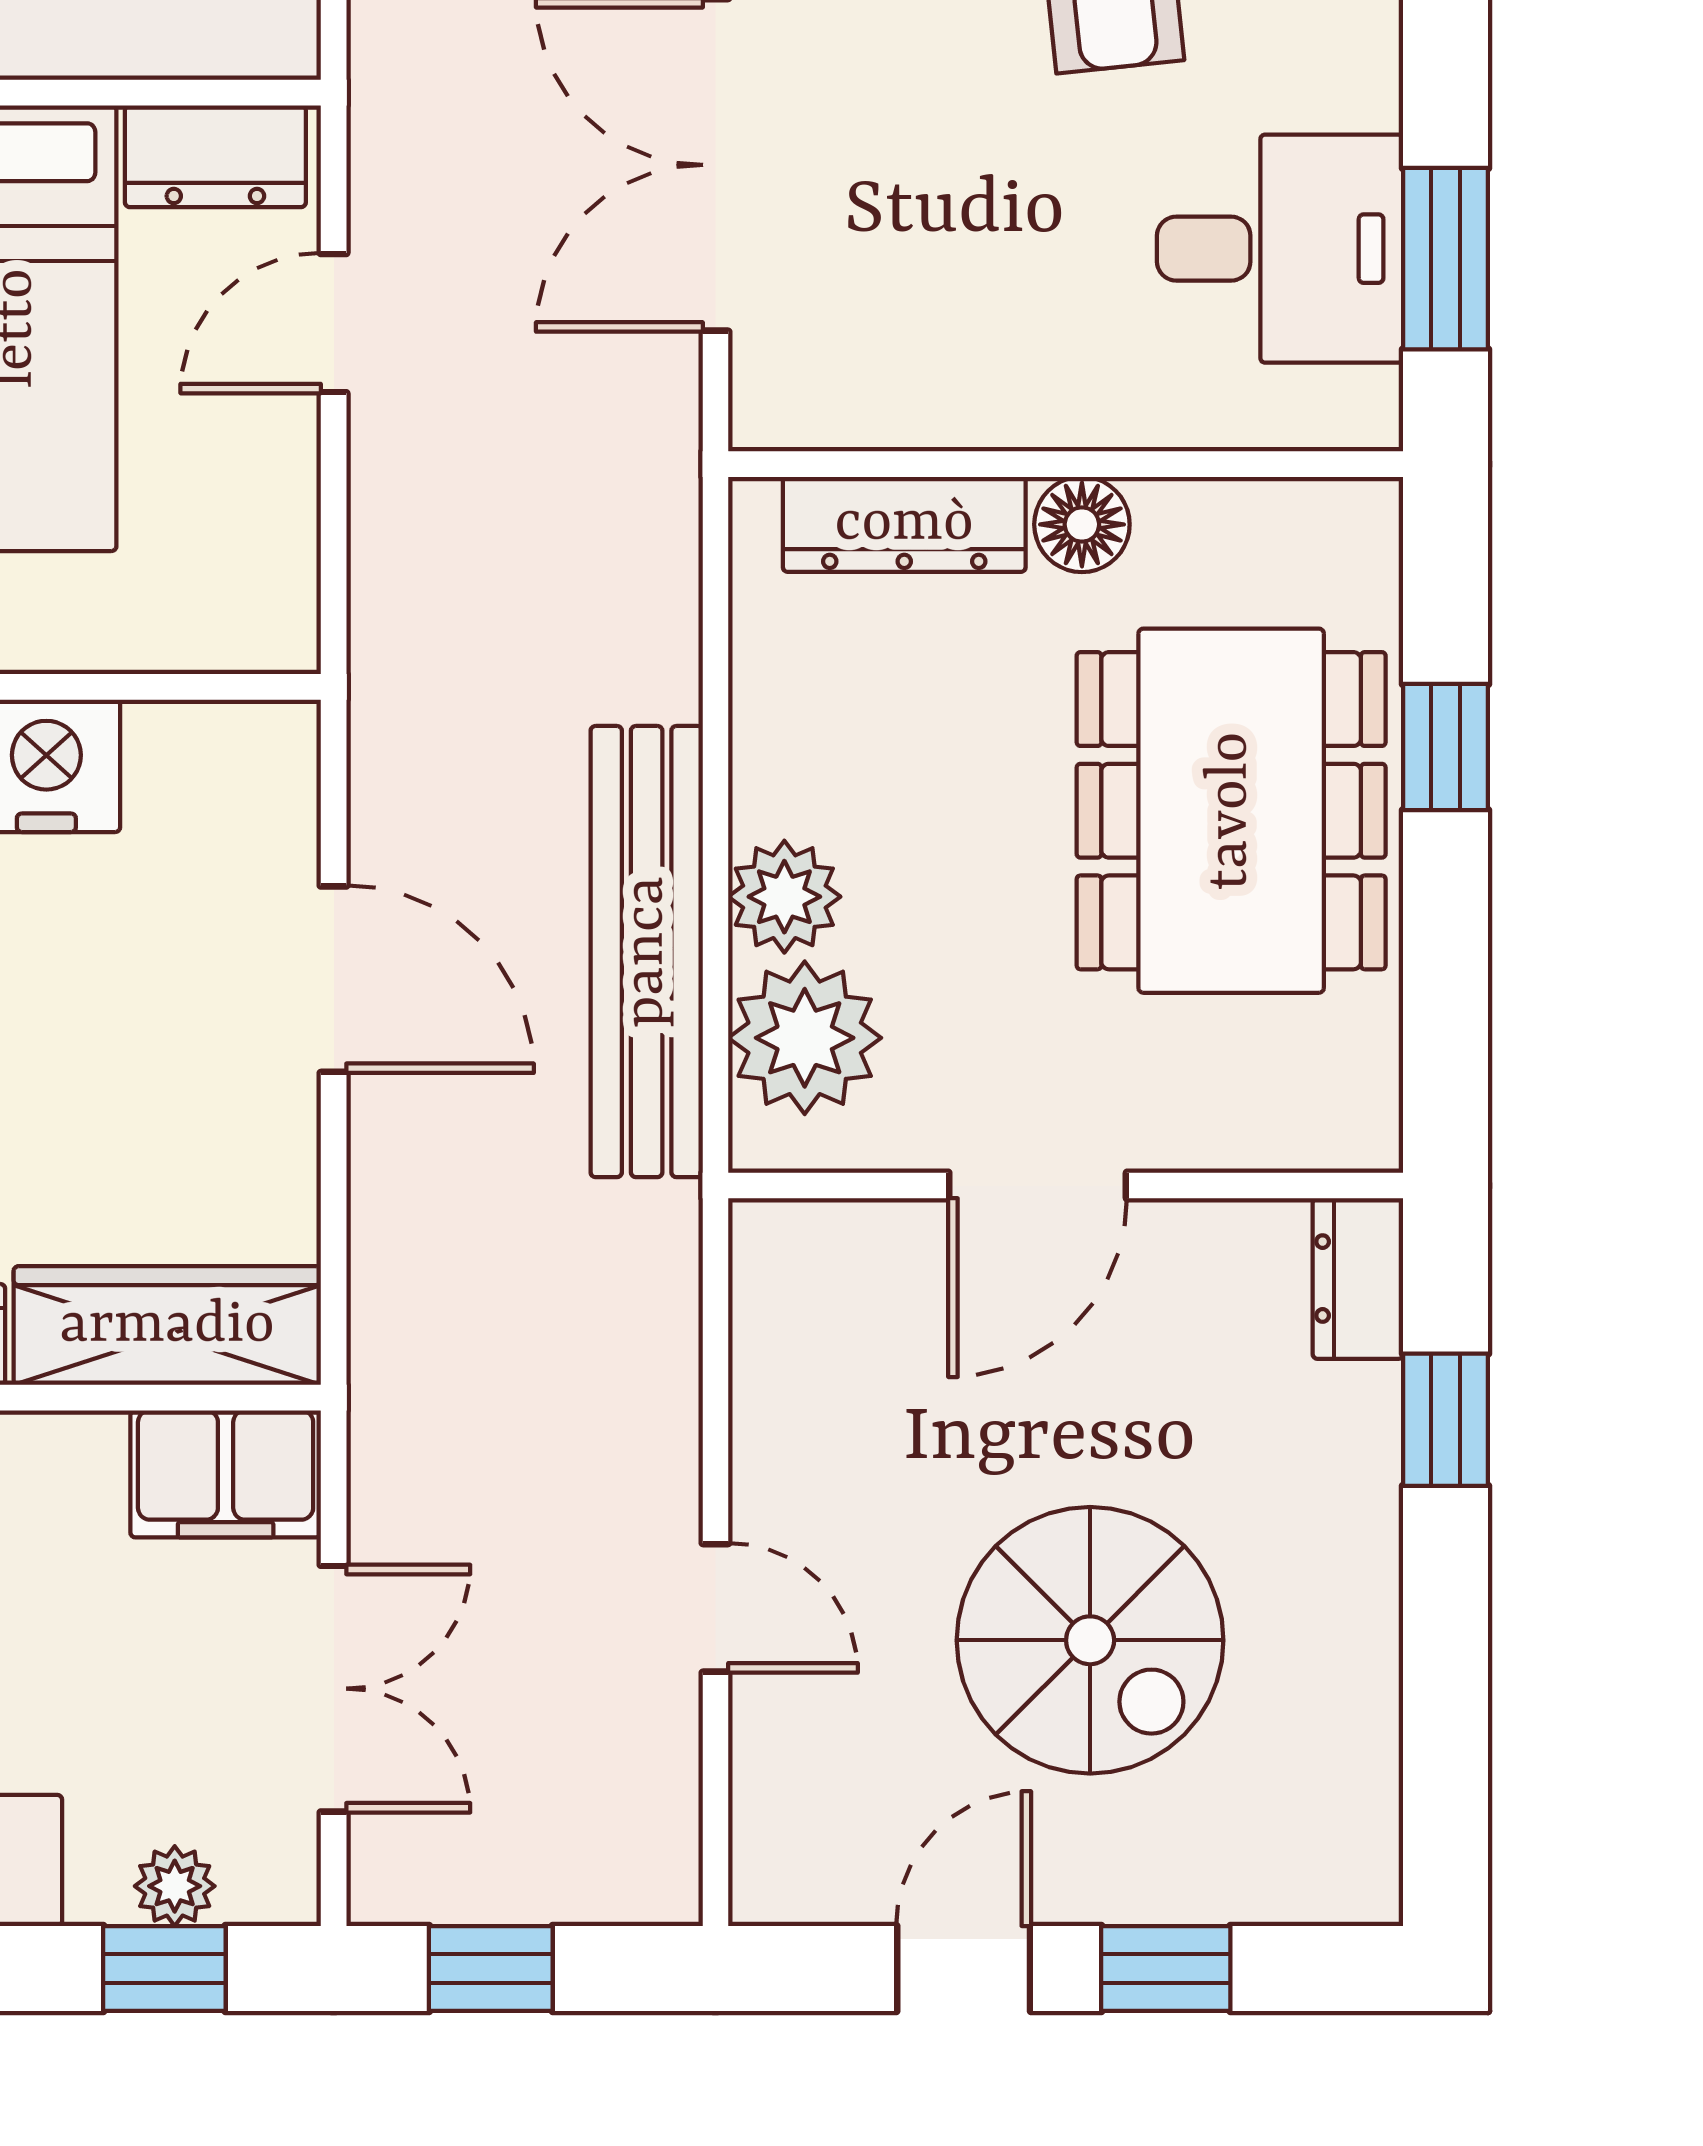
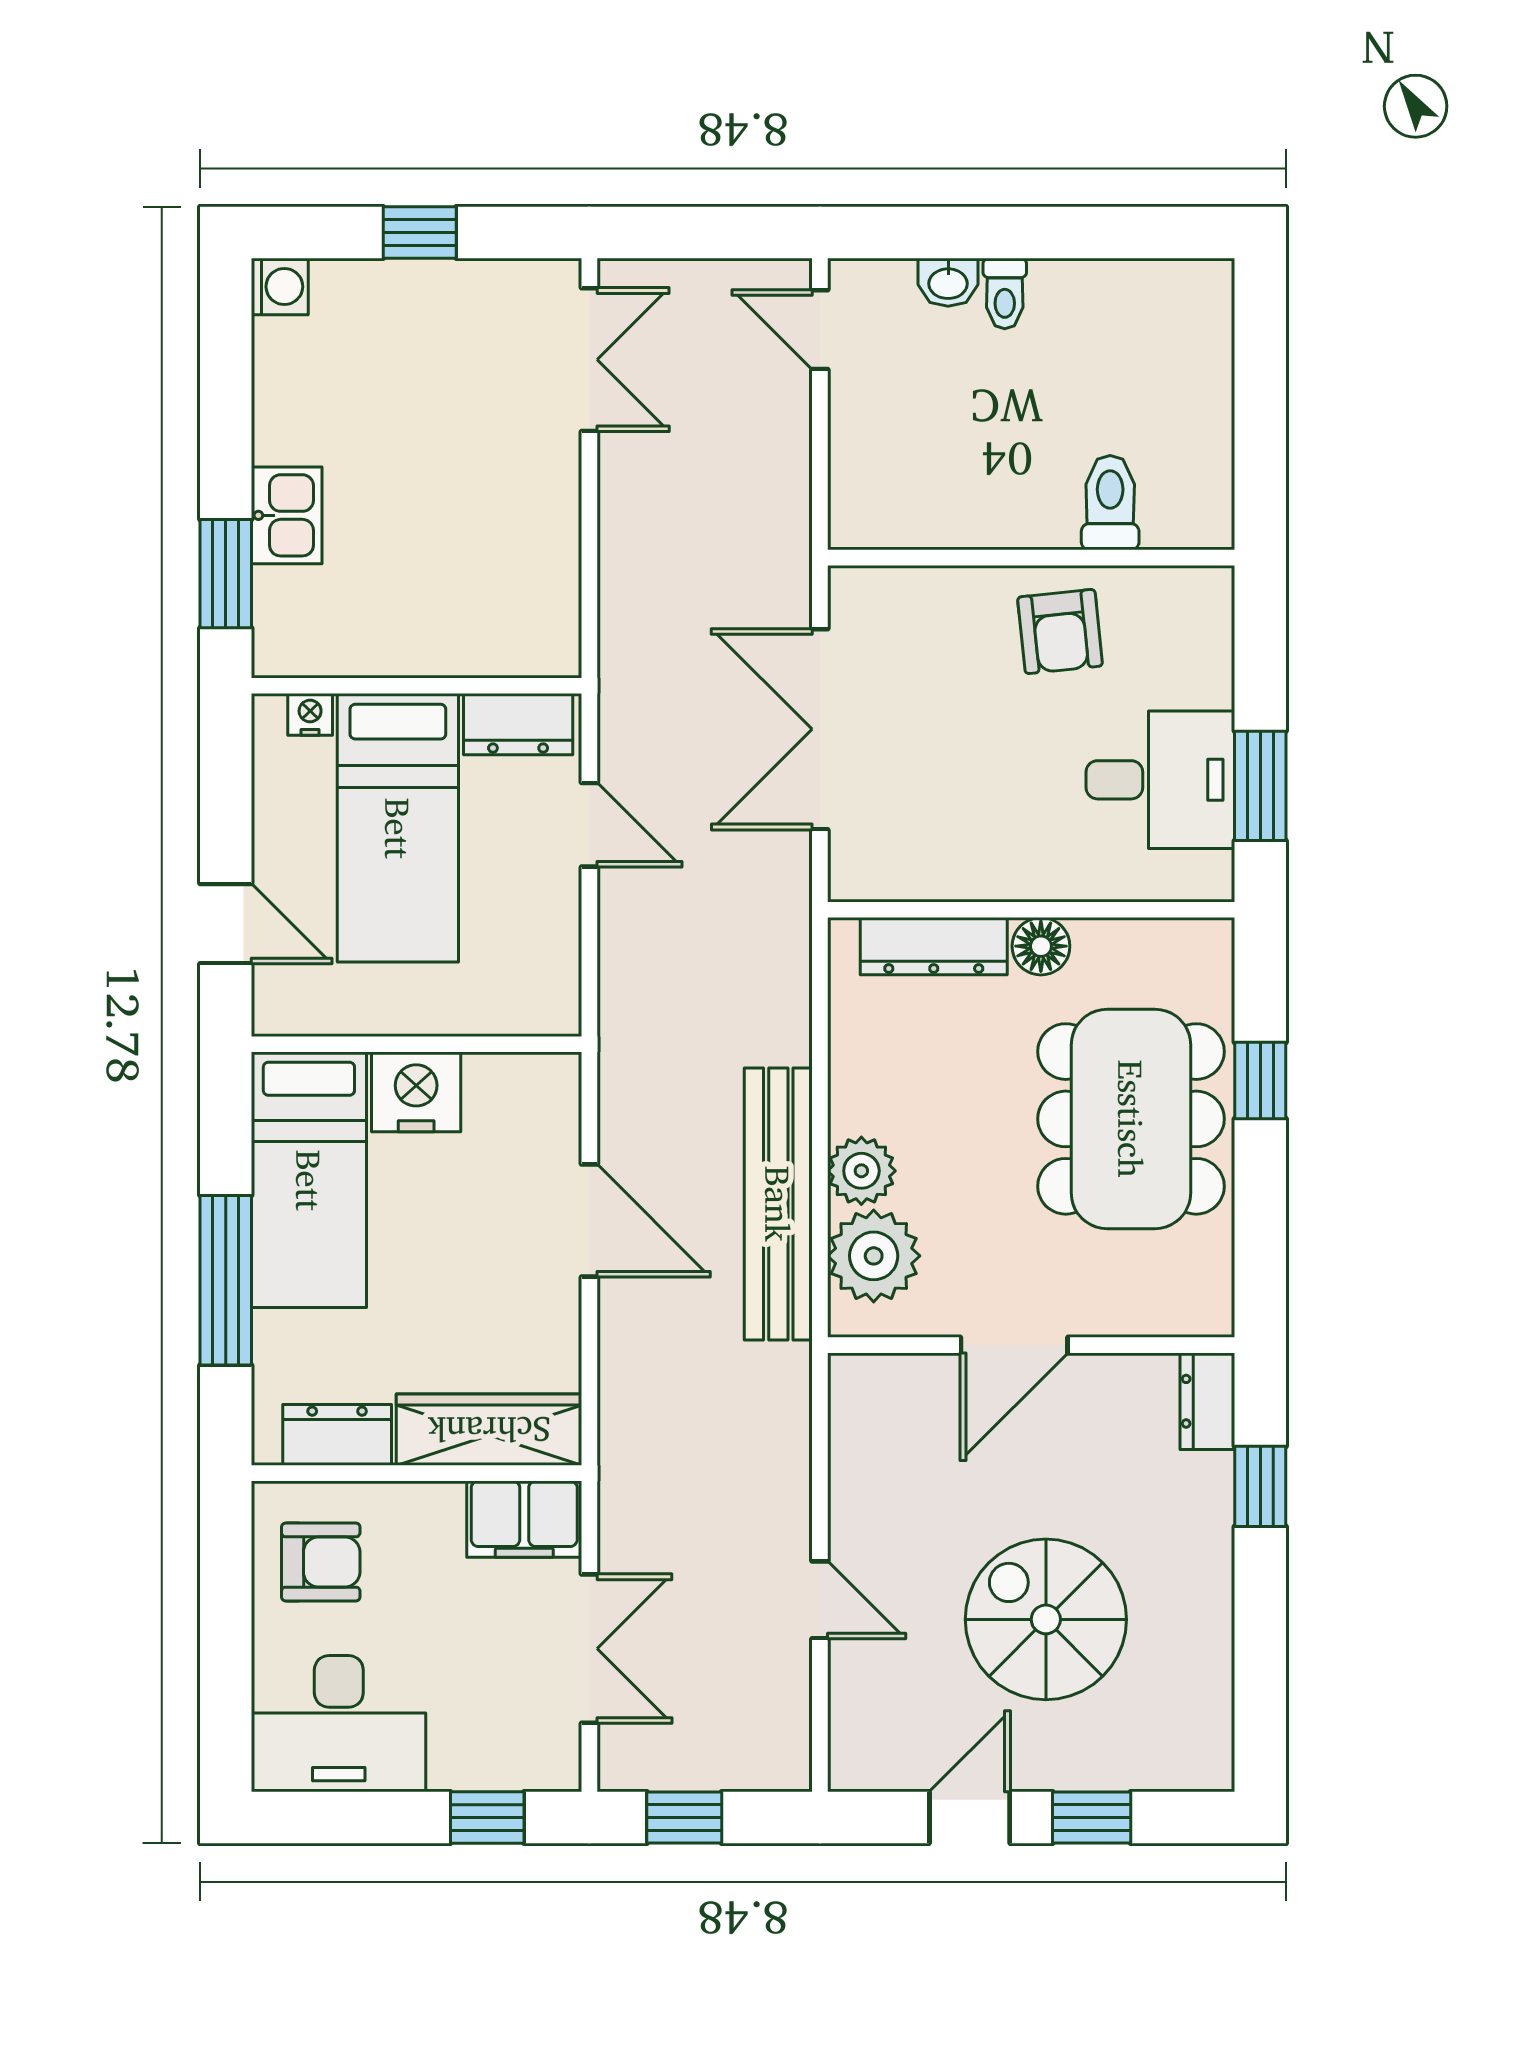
door: (334, 323) -> (589, 825), swing flipped
spiral stairs: (1090, 1640) -> (1046, 1619), turned 180
plant: (175, 1886) -> (494, 1768), removed

